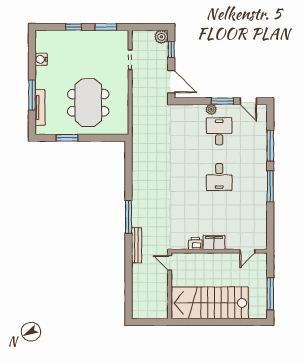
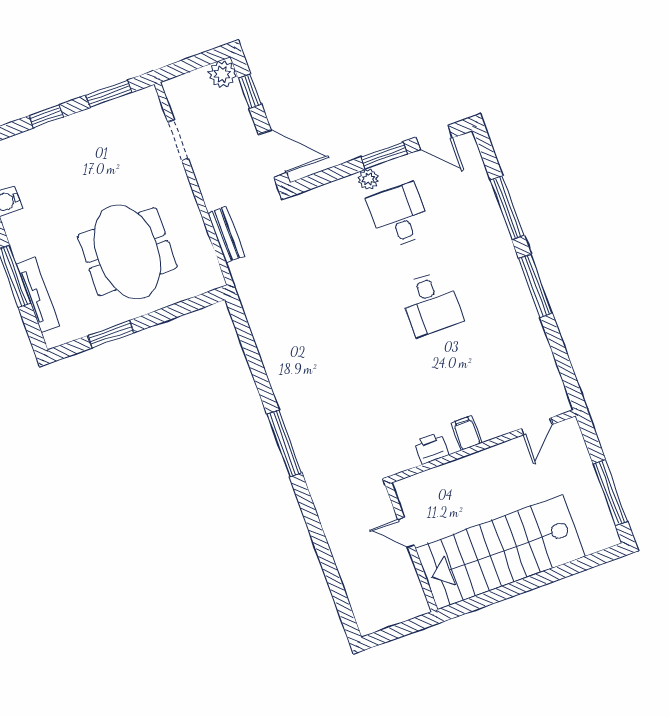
filing cabinet: (214, 242) -> (466, 433), width x0.50
bench: (137, 245) -> (226, 234), moved, width x0.73
door: (170, 263) -> (406, 532), moved

